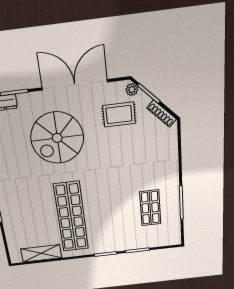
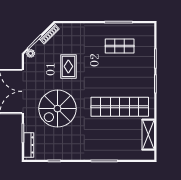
rug: (119, 115) -> (68, 66), moved
spiral stairs: (57, 138) -> (57, 109), turned 90

